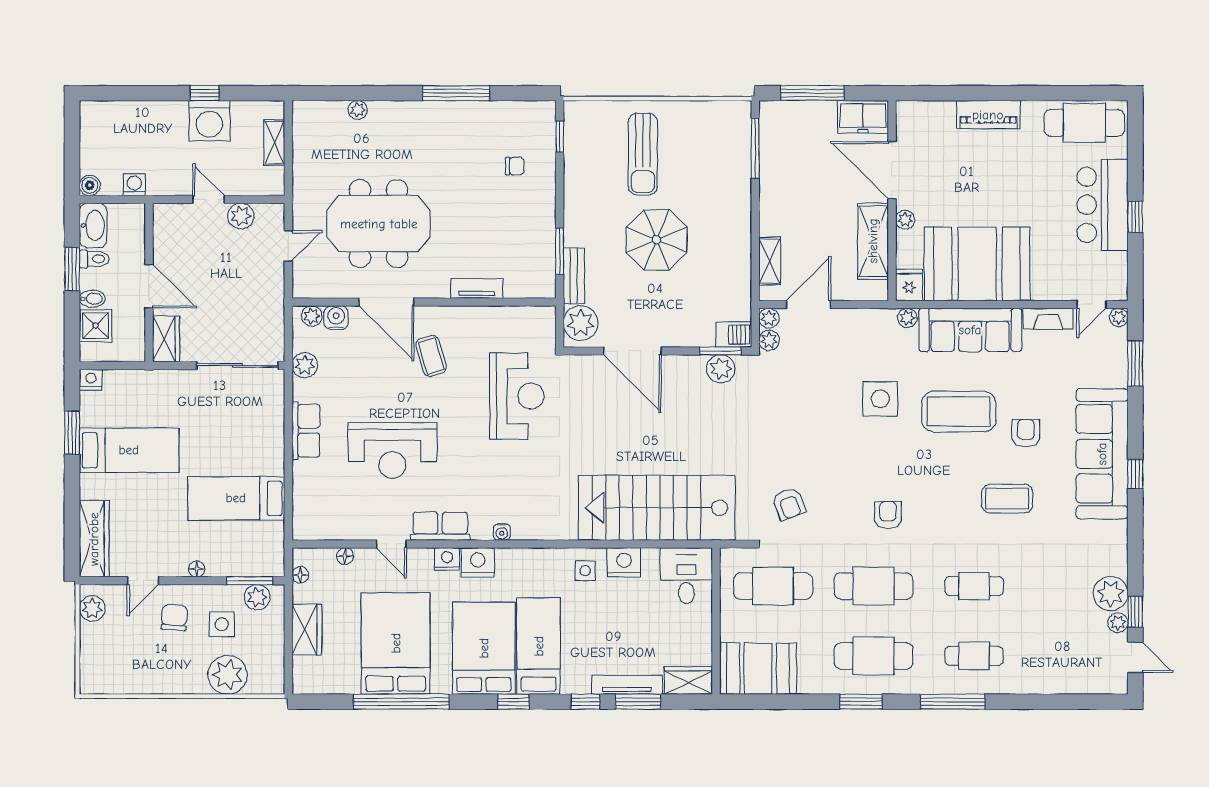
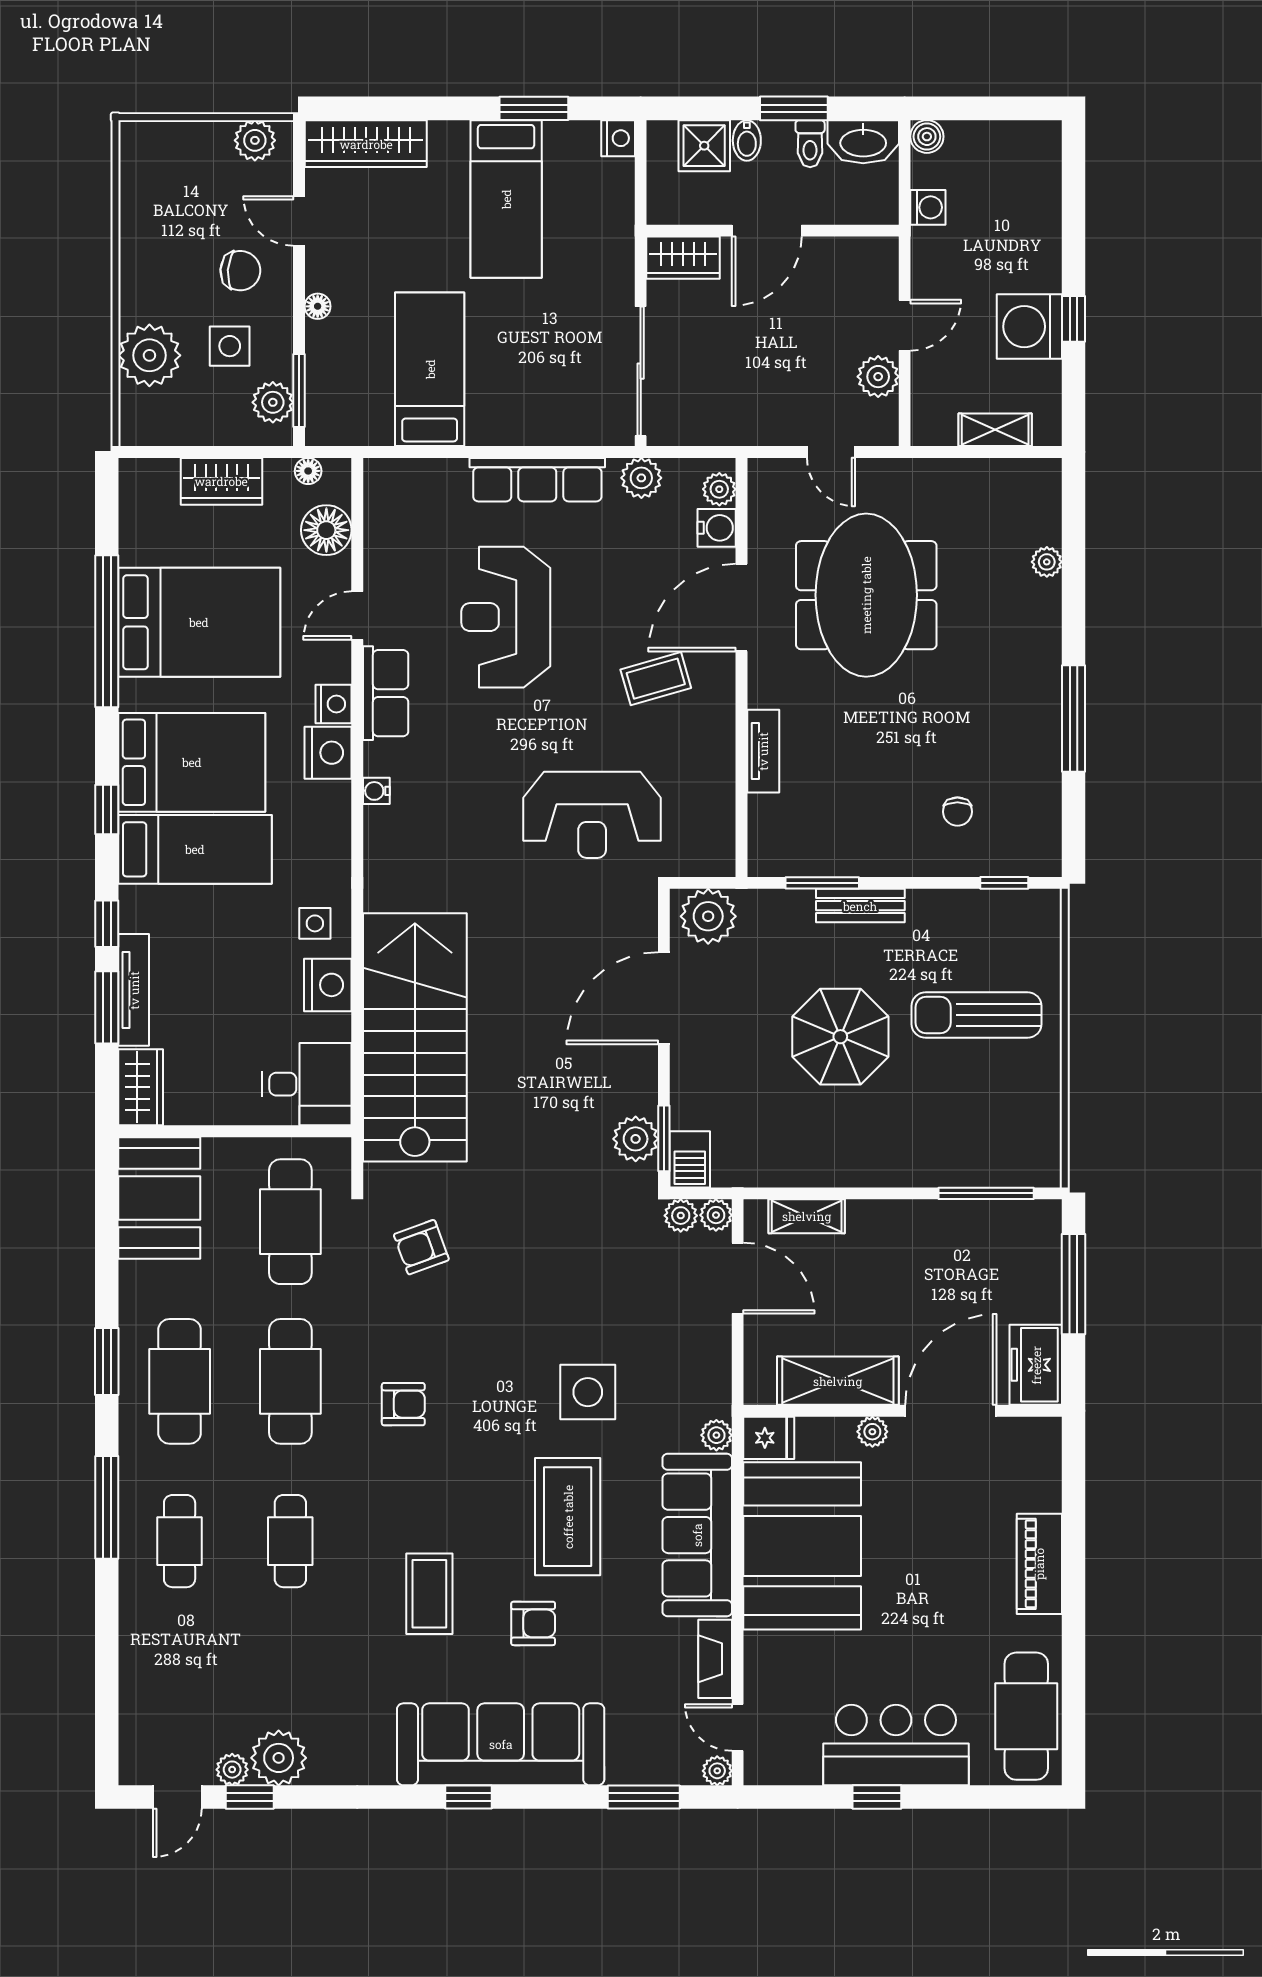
bench: (574, 276) -> (860, 906), moved
row of seats: (306, 431) -> (537, 480), width x1.48
floor lamp: (345, 556) -> (326, 530), width x1.89, depth x1.89

